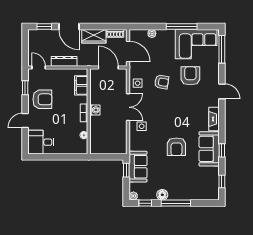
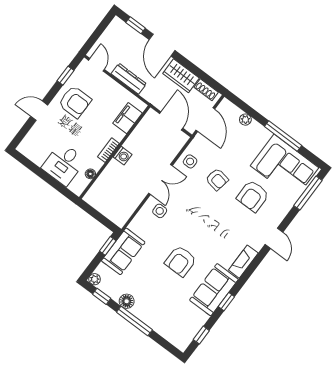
armchair: (190, 76) -> (253, 196), turned 180
desk: (41, 142) -> (64, 164), moved, turned -90

